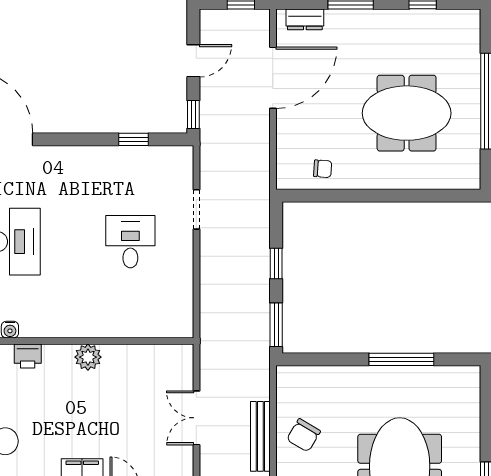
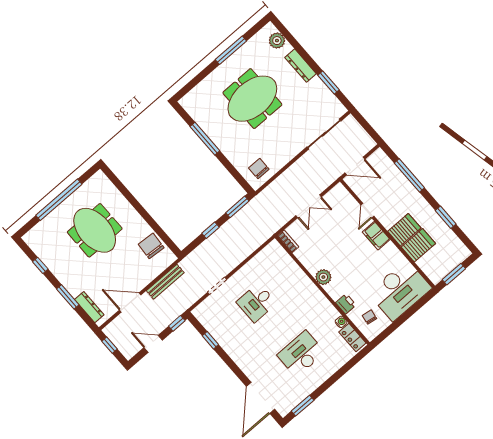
dresser: (305, 19) -> (89, 307), width x1.44
door: (273, 78) -> (130, 302), width x0.73
chair: (323, 169) -> (151, 246), width x1.87, depth x1.87
bookcase: (174, 352) -> (288, 241), added
chair: (304, 435) -> (259, 169), moved, turned -121
bench: (260, 436) -> (165, 282), moved

